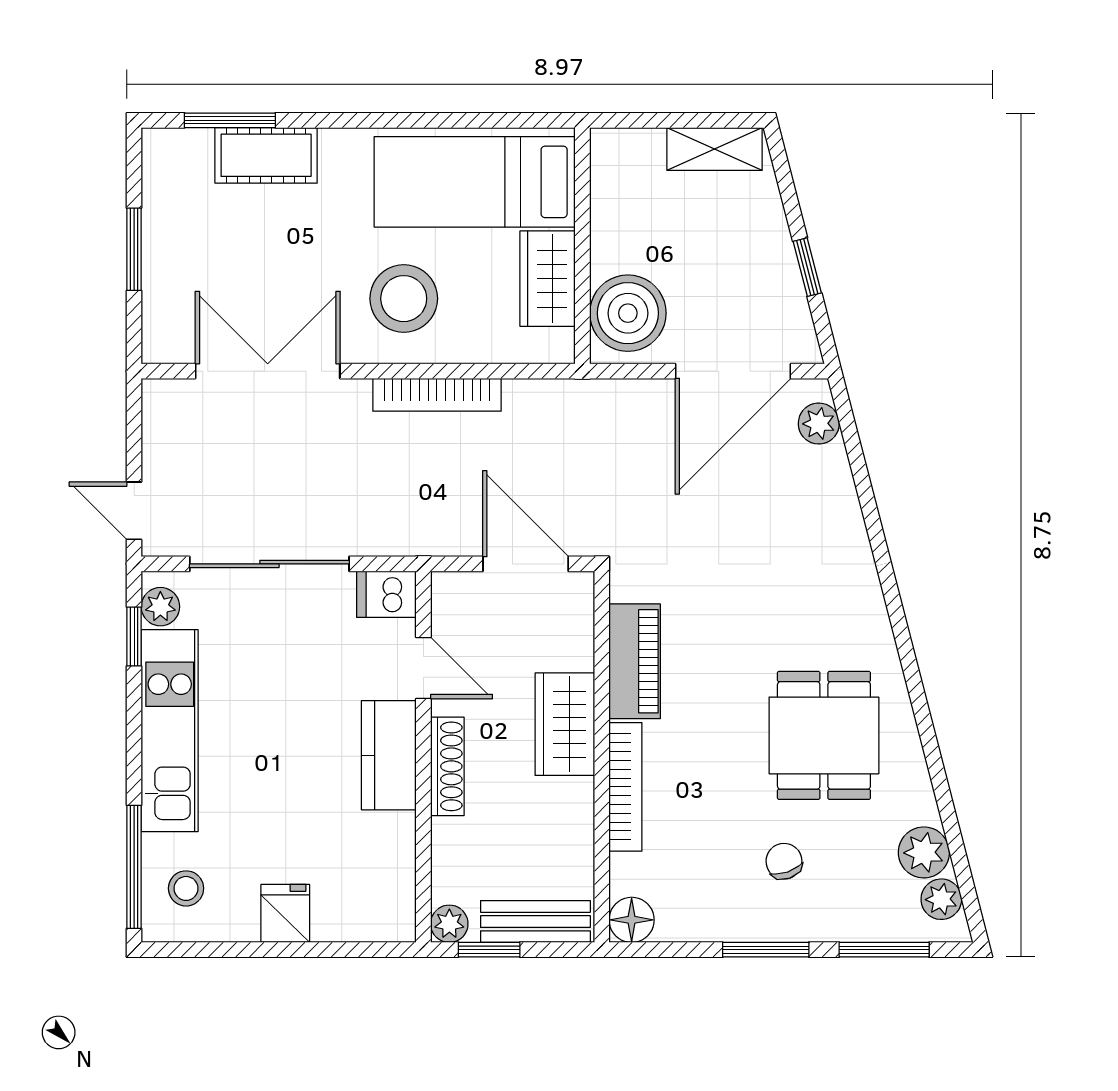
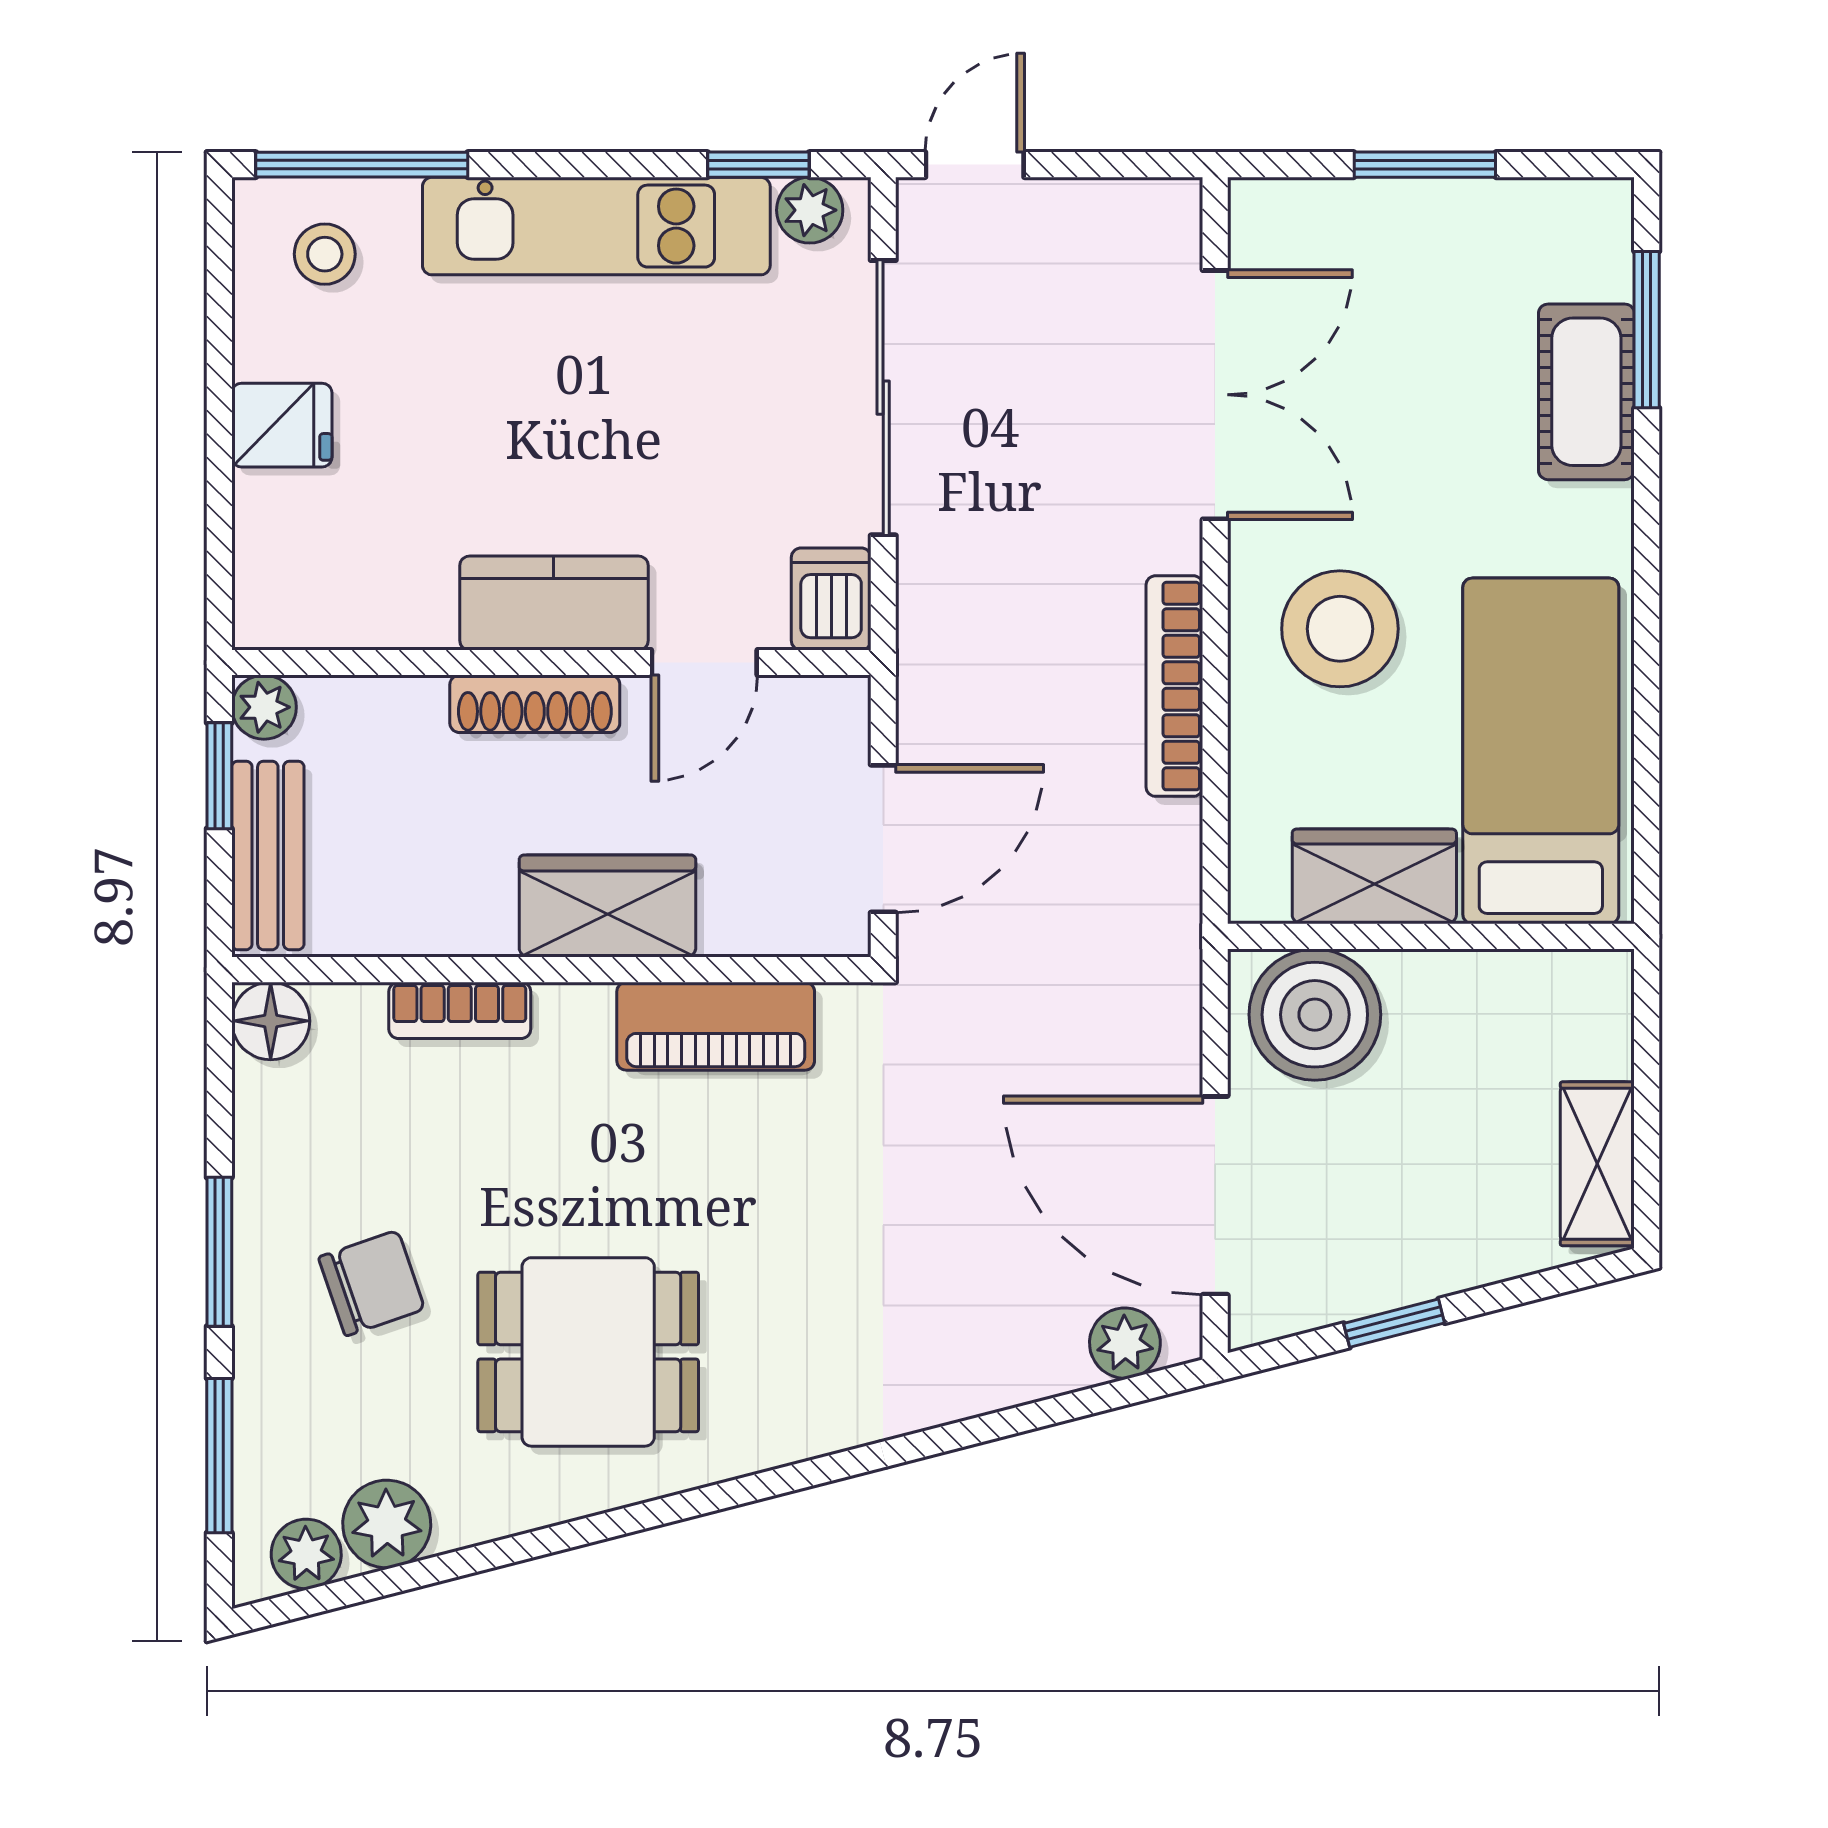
bookcase: (625, 787) -> (460, 1010), width x0.64
chair: (784, 861) -> (372, 1283), width x1.37, depth x1.37

